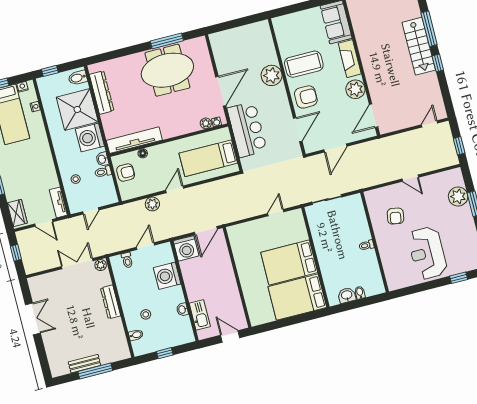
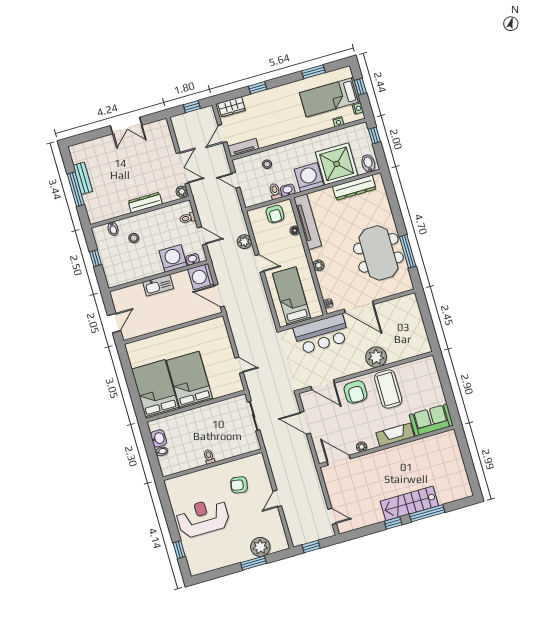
plant: (355, 89) -> (362, 447), width x0.53, depth x0.53
plant: (206, 123) -> (318, 265), moved
washbasin: (182, 310) -> (193, 259), moved
kitchen sink: (200, 315) -> (158, 285), moved

